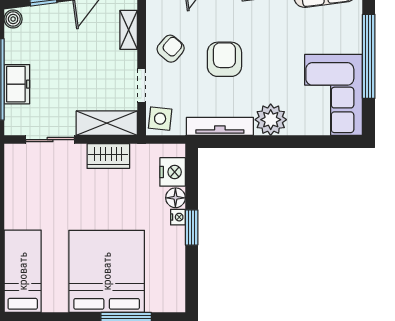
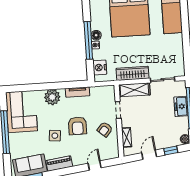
side table: (160, 119) -> (55, 136), moved
tv unit: (220, 126) -> (78, 92), width x0.71
wardrobe: (108, 156) -> (133, 73), width x1.50
floor lamp: (175, 198) -> (96, 35), moved
window: (192, 227) -> (88, 40), width x2.11

